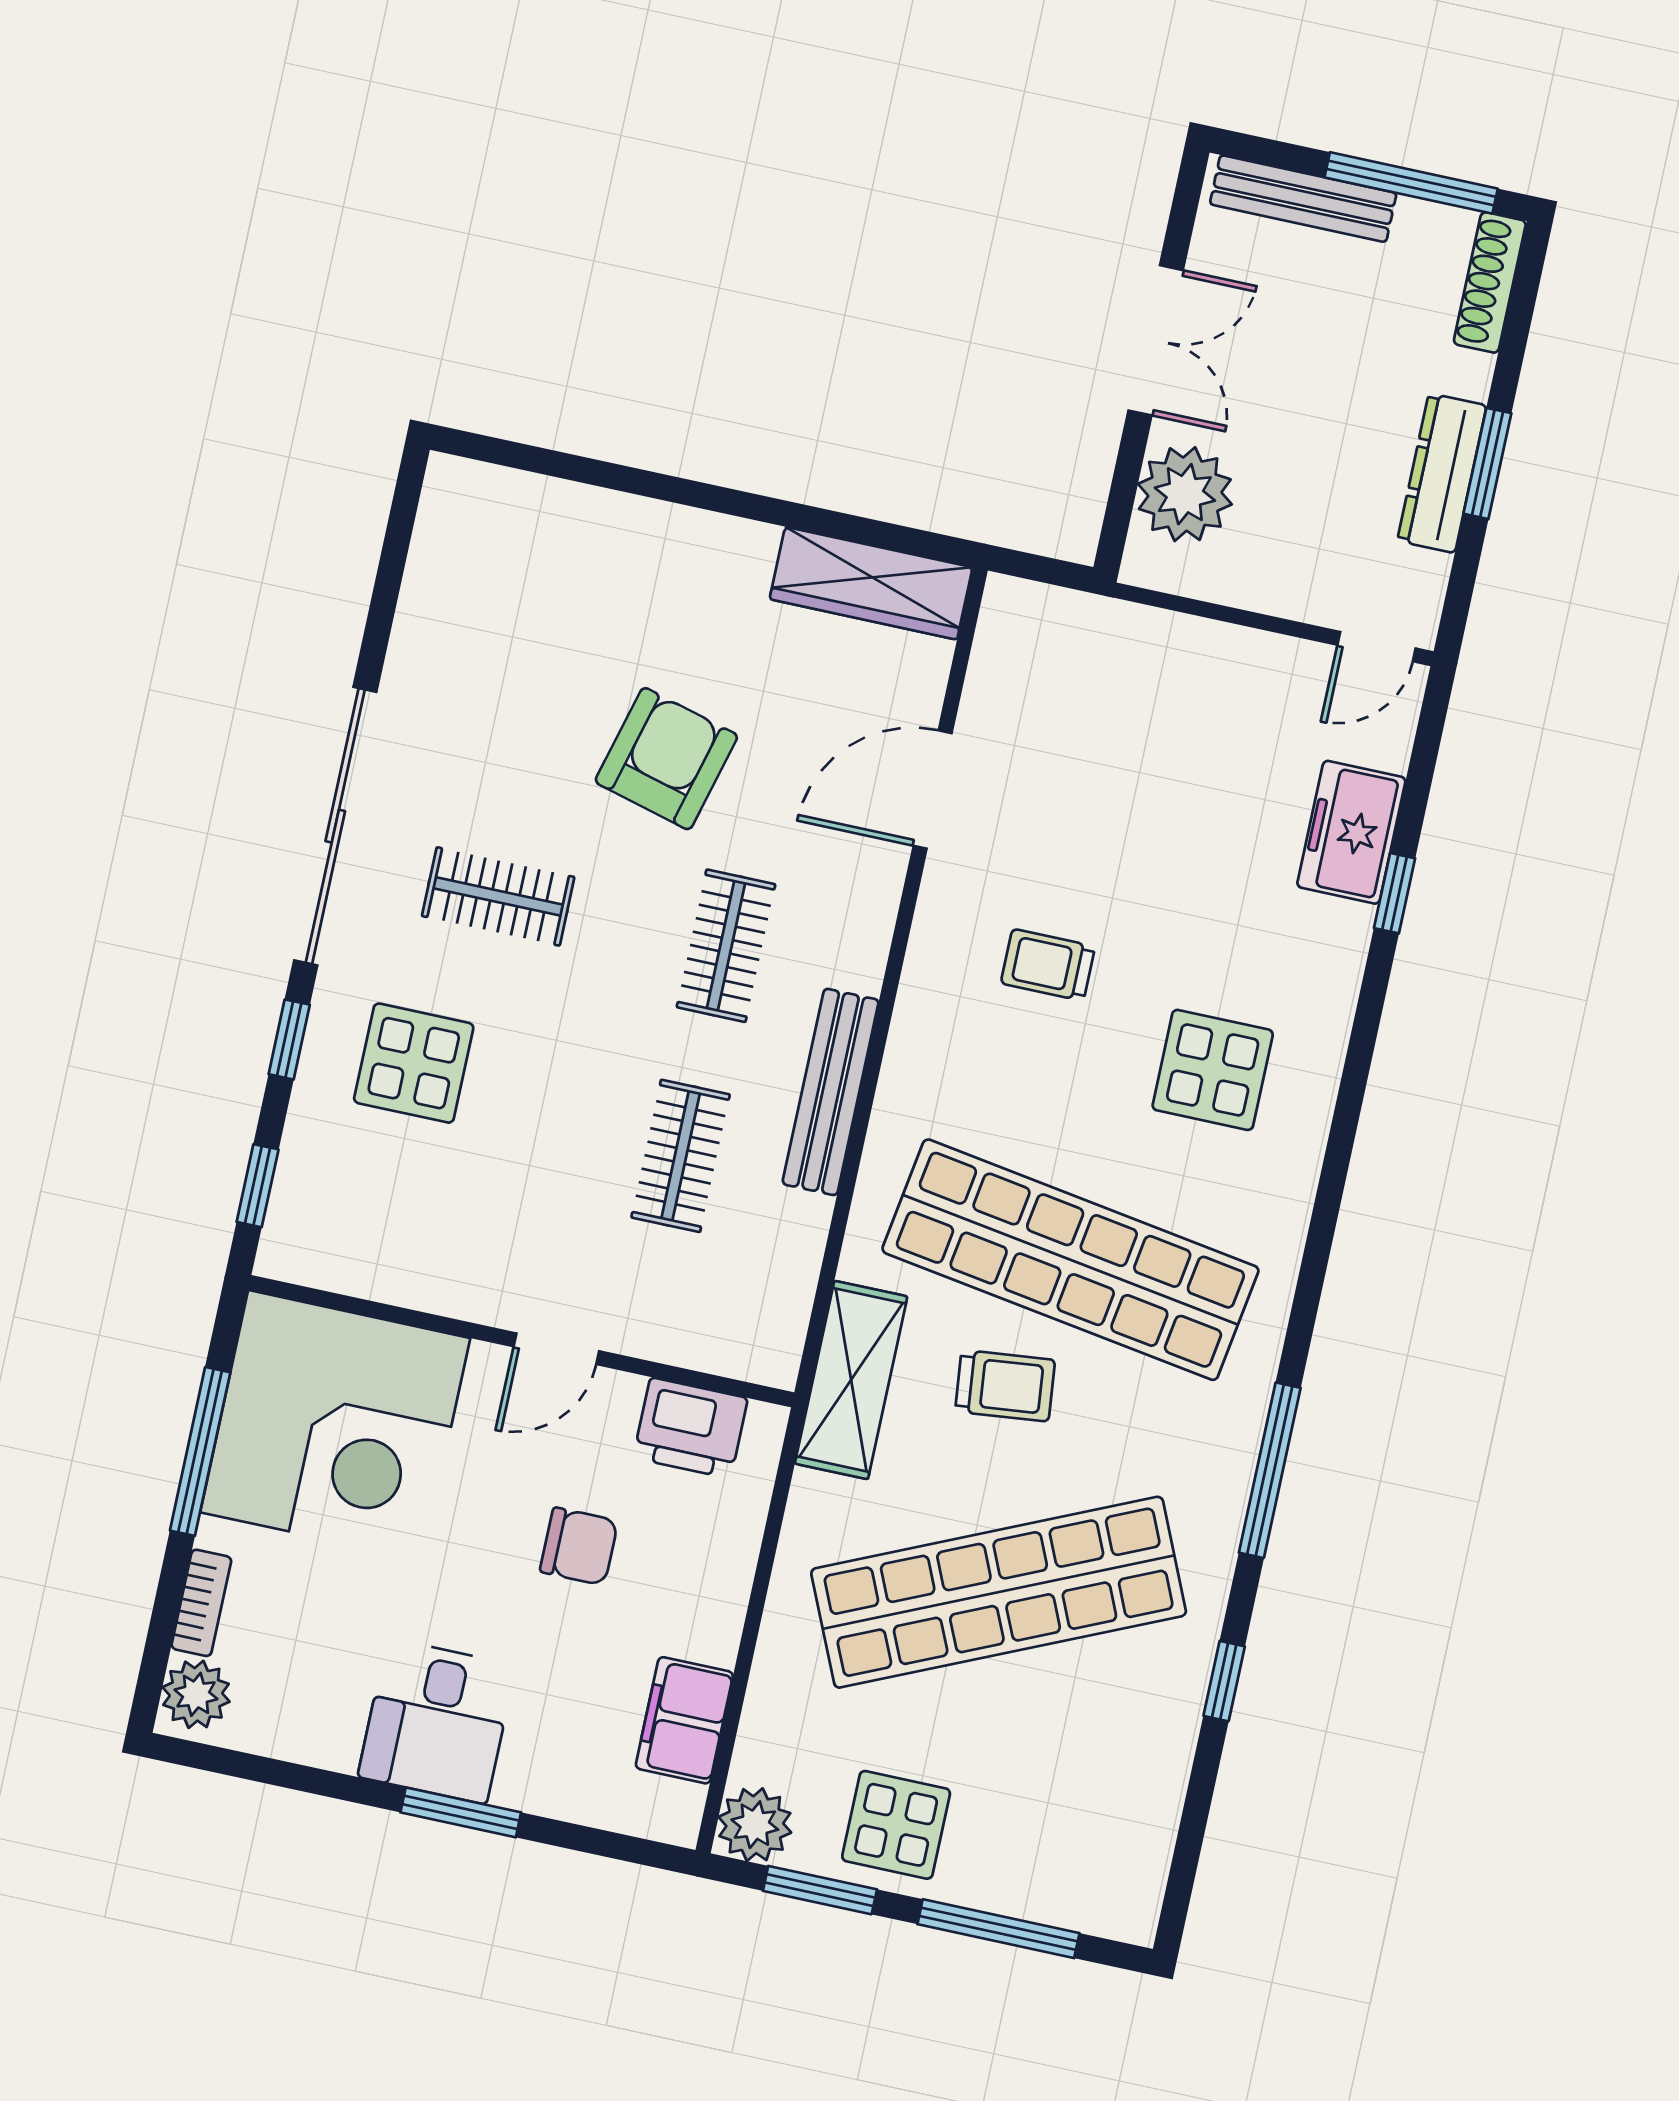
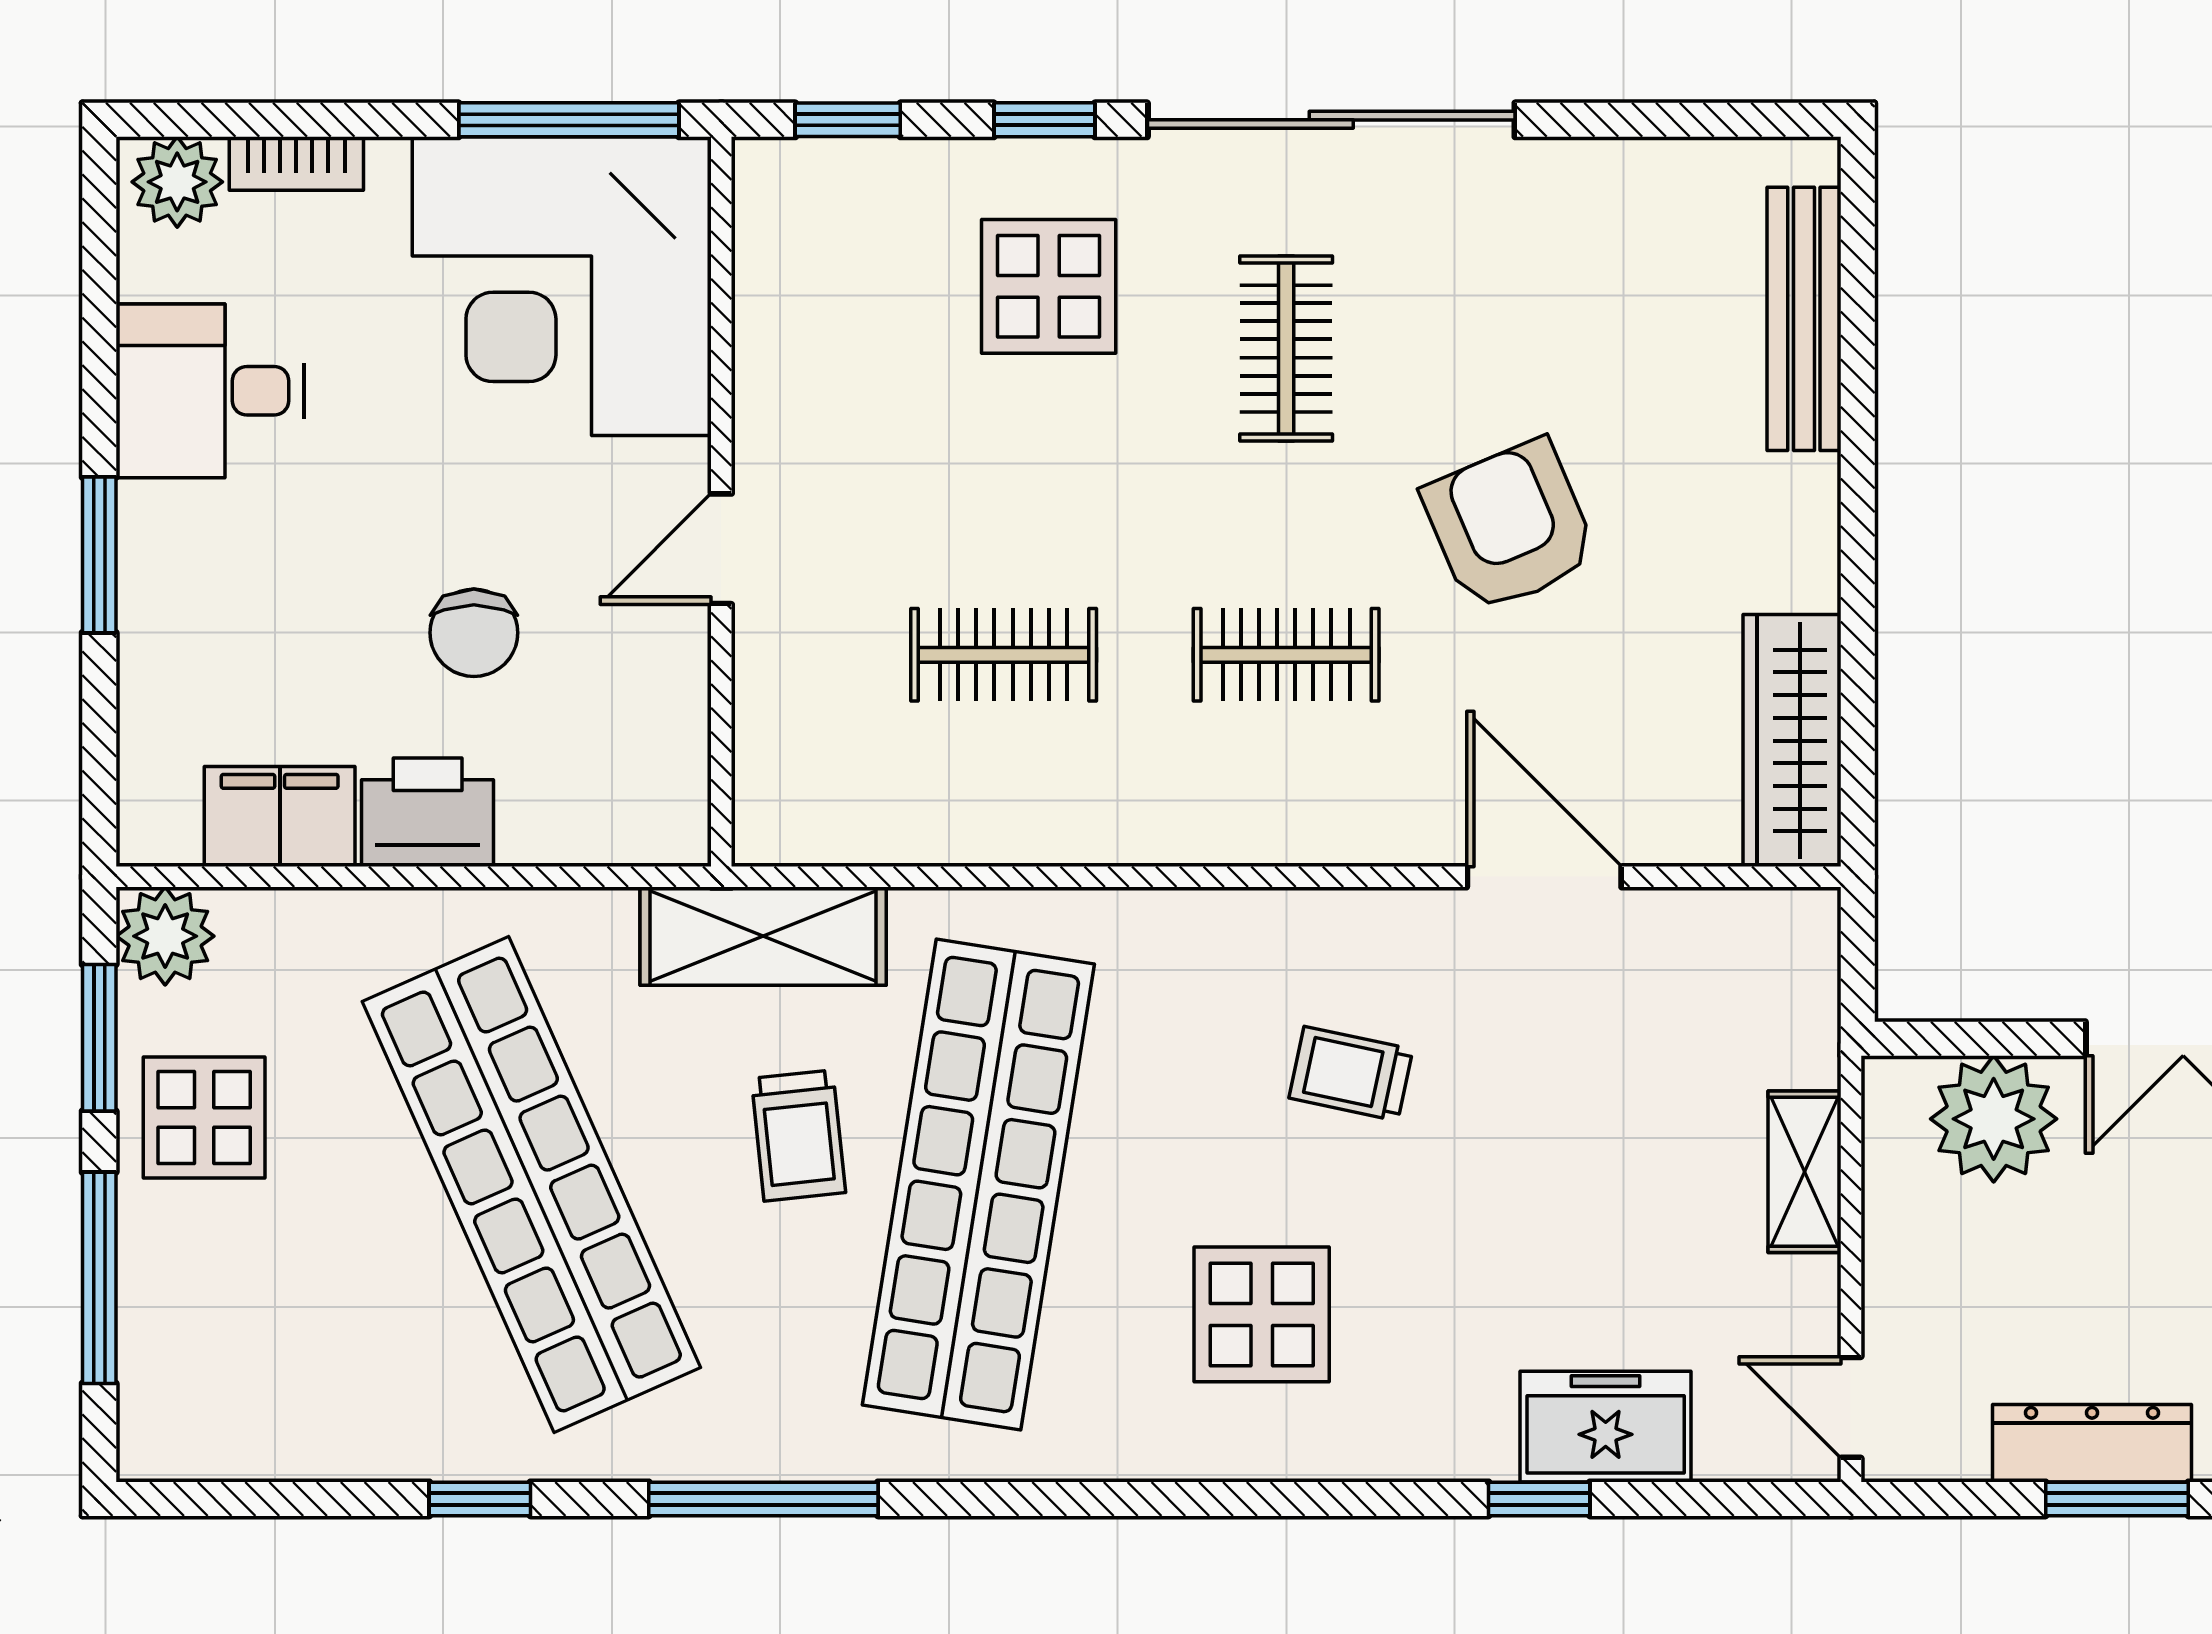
shelving: (1194, 643) -> (1804, 1172), added
armchair: (666, 759) -> (1510, 526), turned -128
trolley: (1048, 965) -> (1351, 1074), turned -78
bench: (831, 1092) -> (1804, 319), moved, turned 90
door: (556, 1349) -> (721, 549), hinge flipped
printer: (690, 1428) -> (428, 812), moved, turned 90
window: (200, 1451) -> (569, 120), moved
desk: (437, 1721) -> (210, 391), moved

